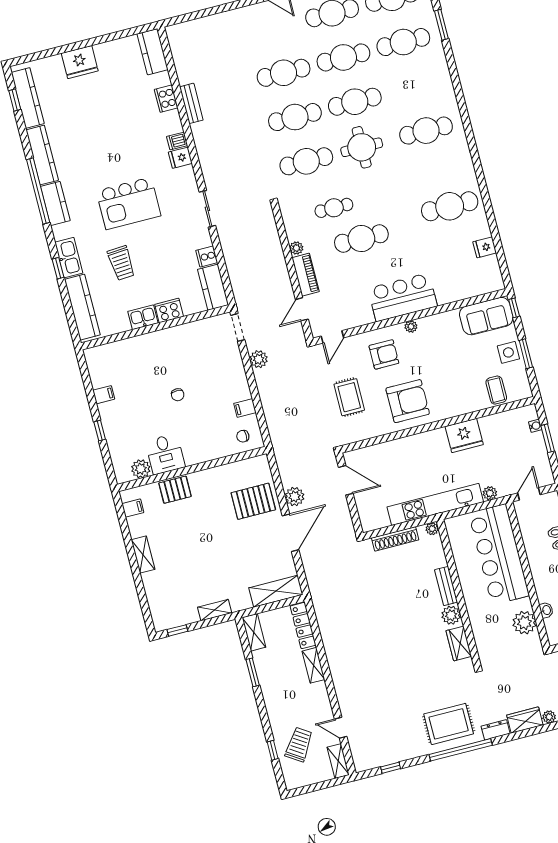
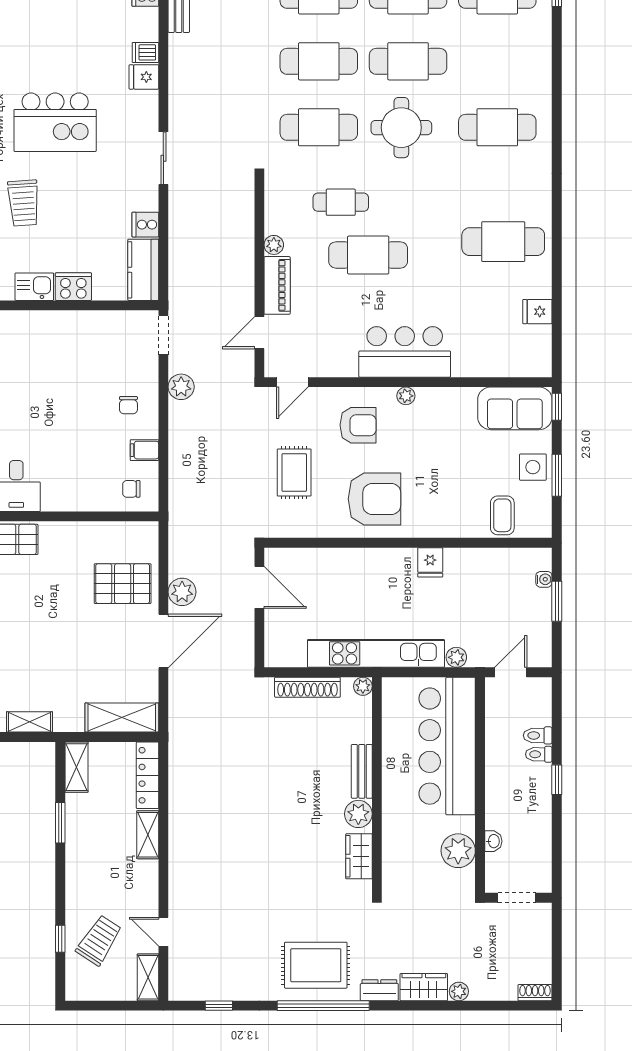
chair: (178, 395) -> (128, 405), moved
fridge: (464, 436) -> (430, 562), width x0.53, depth x0.75

